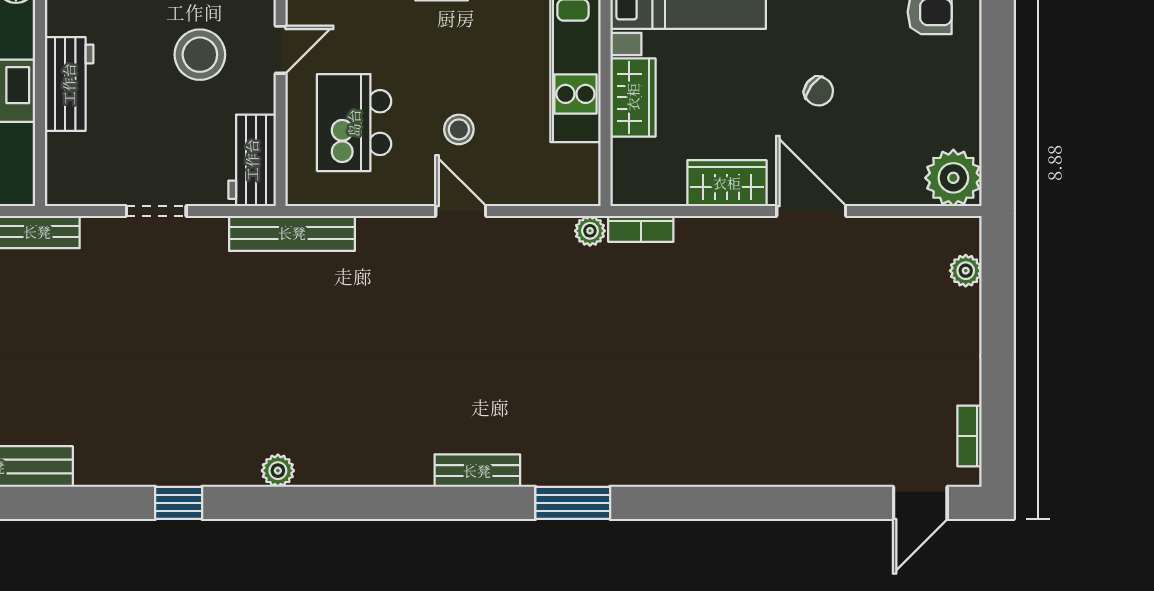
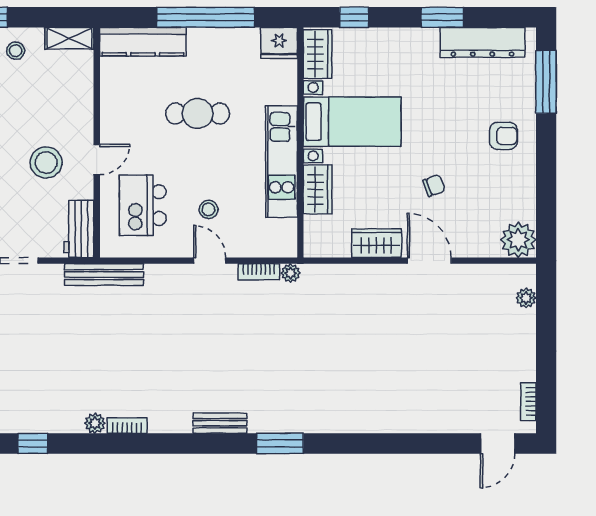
chair: (819, 91) -> (434, 185), turned -58
bookcase: (641, 229) -> (259, 272), moved
bookcase: (329, 474) -> (127, 425), added

